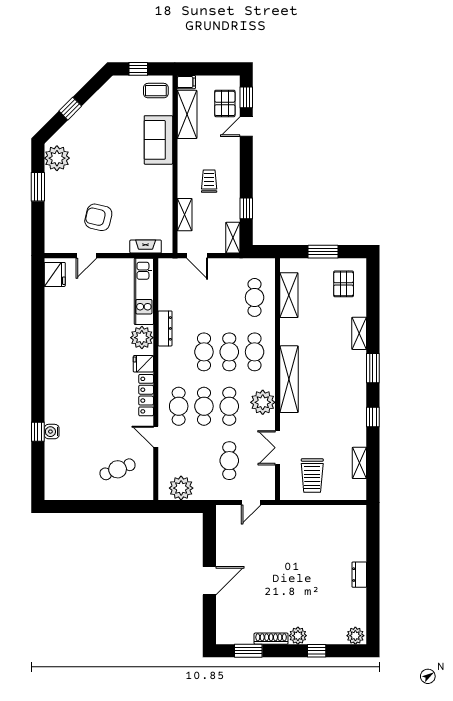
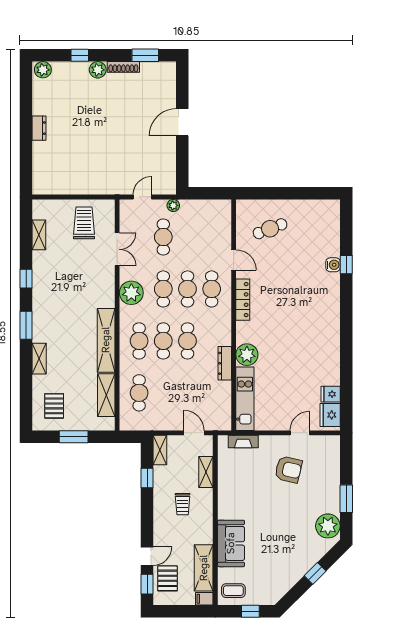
fridge: (143, 364) -> (331, 394), moved, turned 180
shelving: (289, 379) -> (106, 340), moved
plant: (181, 488) -> (173, 205), moved, width x0.53, depth x0.53

